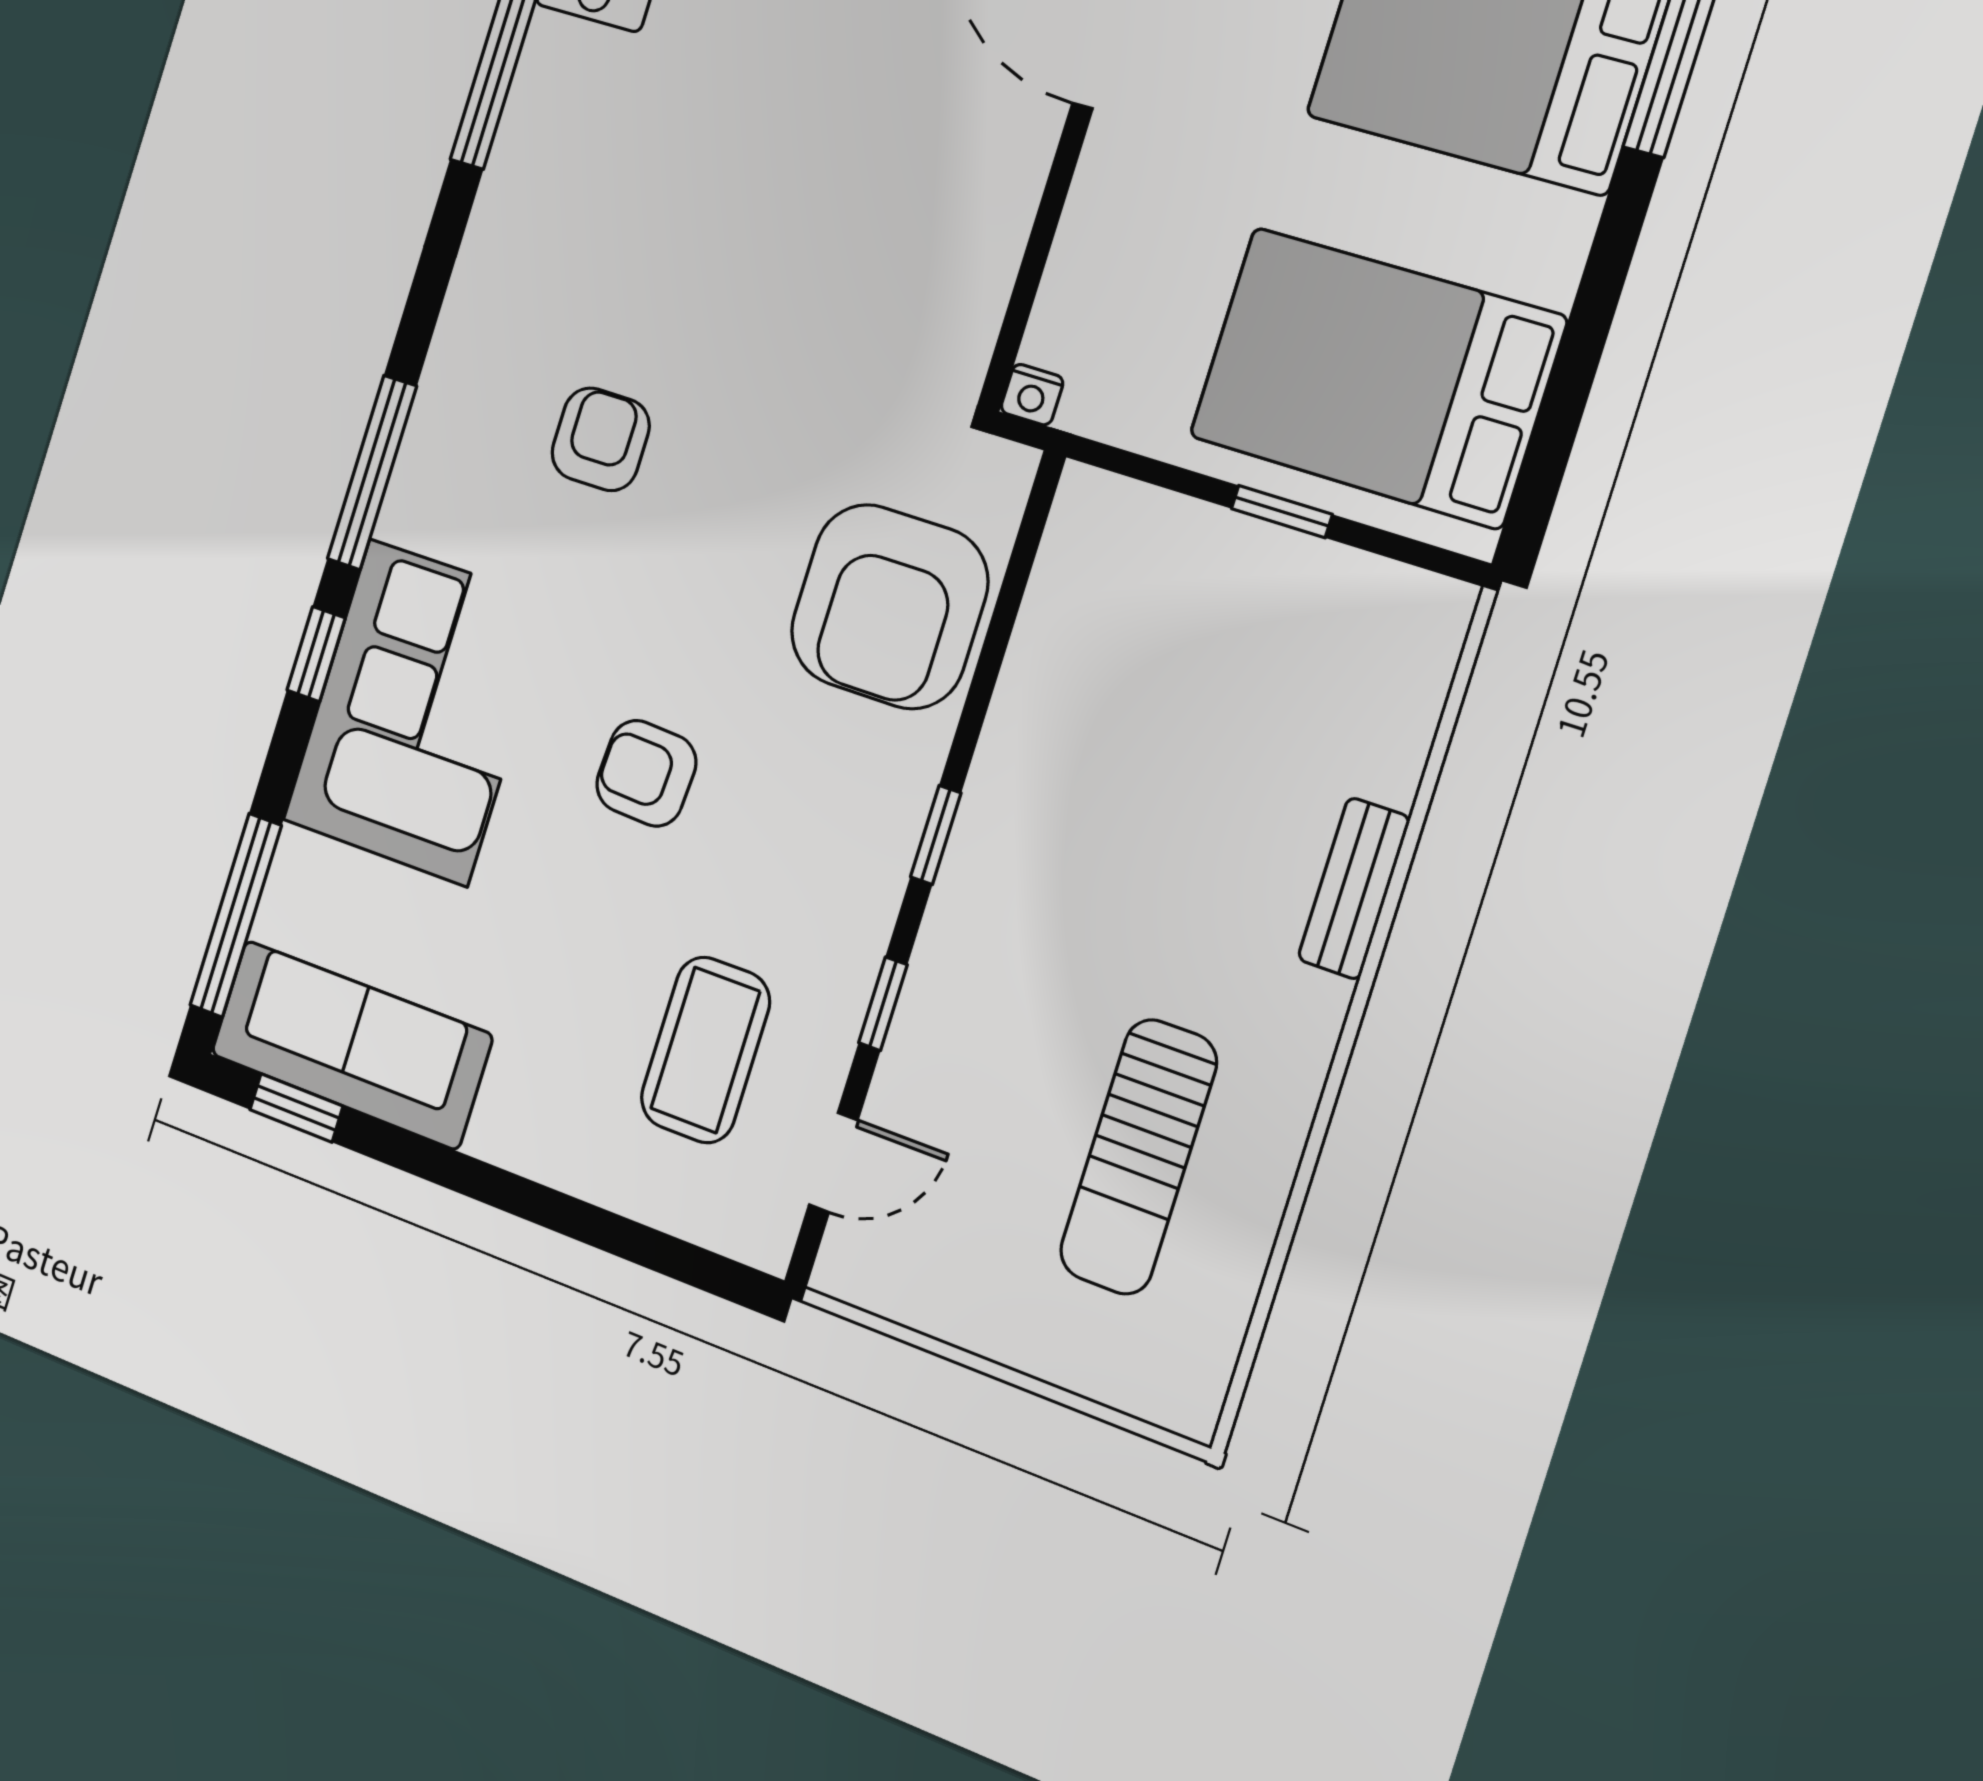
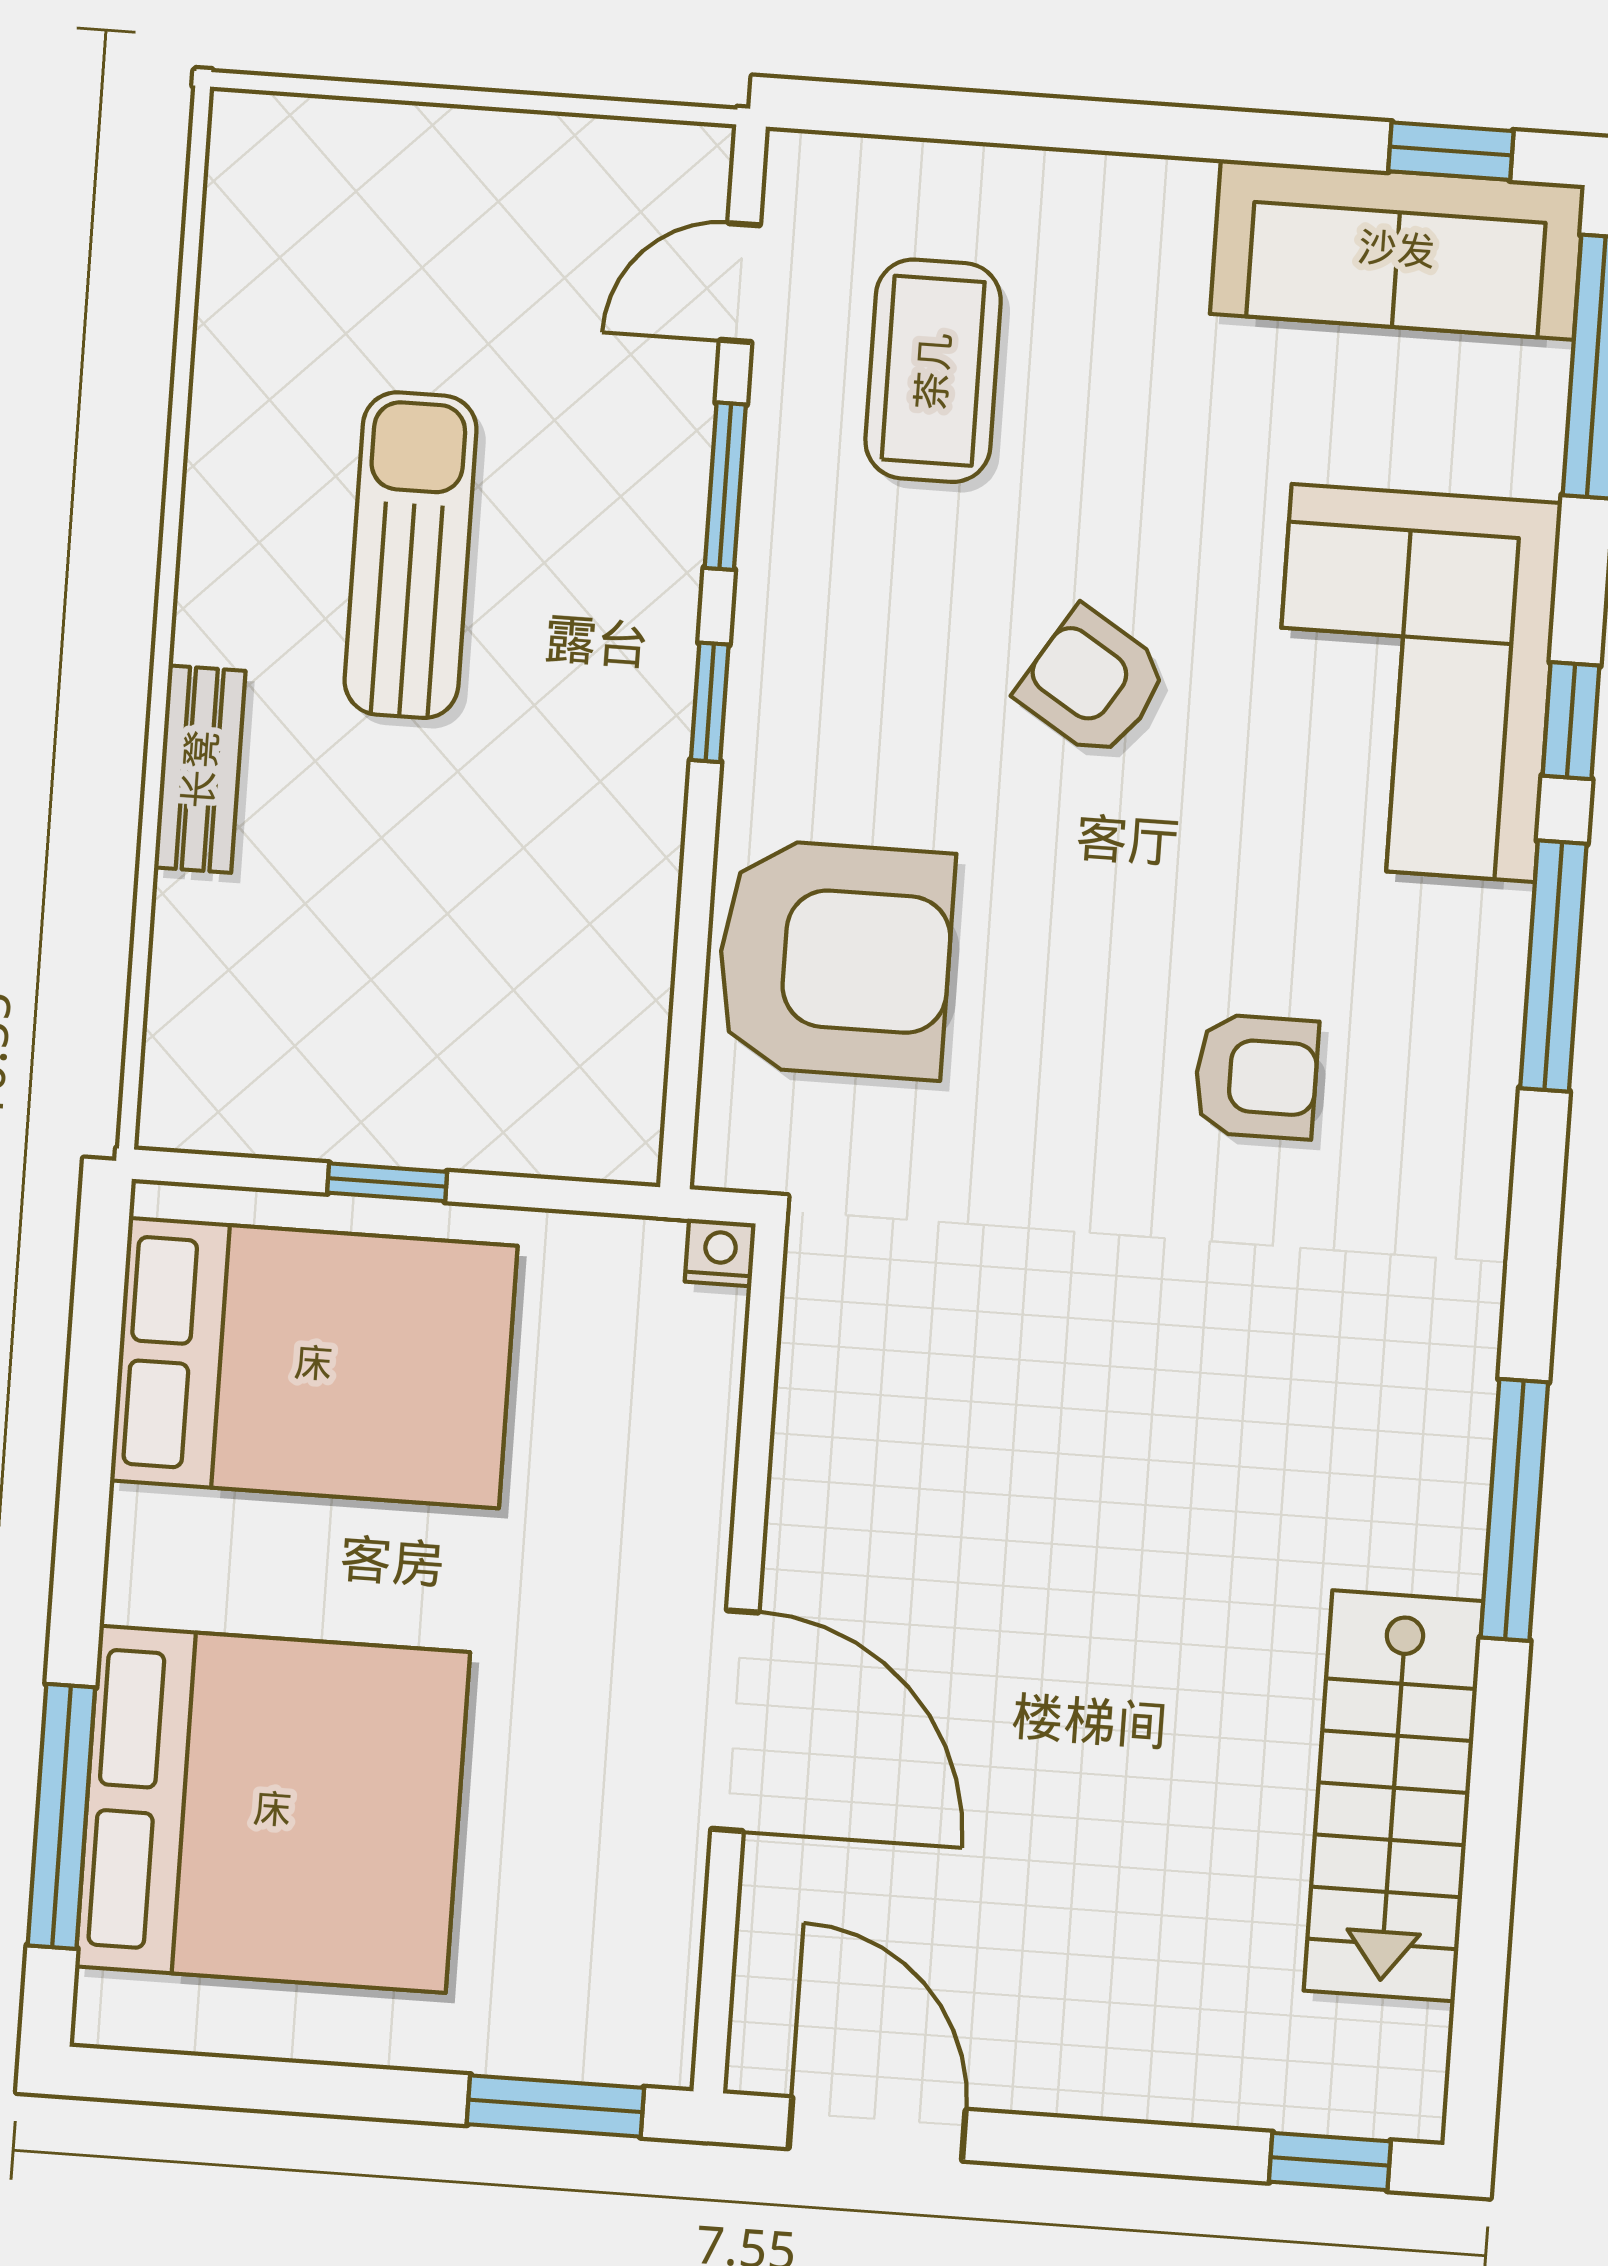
armchair: (601, 439) -> (1256, 1077), turned -90
armchair: (889, 606) -> (835, 959), turned 90
armchair: (646, 773) -> (1093, 683), turned -151
window: (883, 1004) -> (725, 486), width x1.50
sun lounger: (1139, 1157) -> (411, 555), moved

